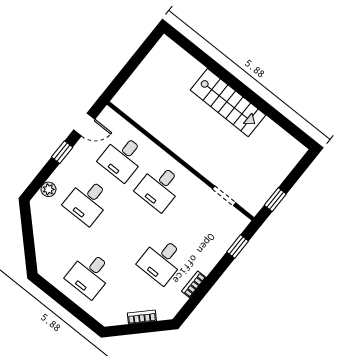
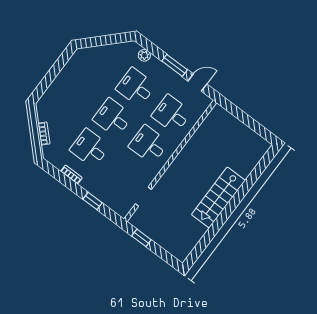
door: (84, 124) -> (197, 83), swing flipped
window: (62, 152) -> (175, 65), width x1.50
window: (238, 246) -> (93, 201), moved
desk: (90, 274) -> (113, 118), moved

